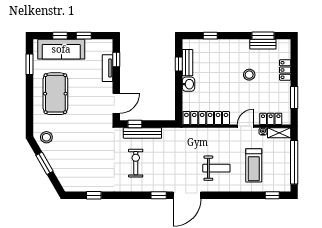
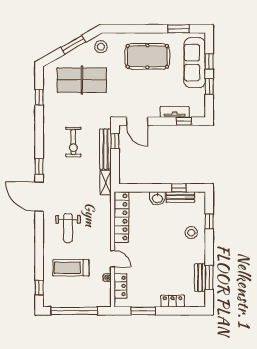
stool: (249, 75) -> (191, 233), moved
shelving: (279, 133) -> (106, 183), moved
table tennis table: (78, 155) -> (82, 80), added
exercise bike: (136, 163) -> (73, 142), turned 90

